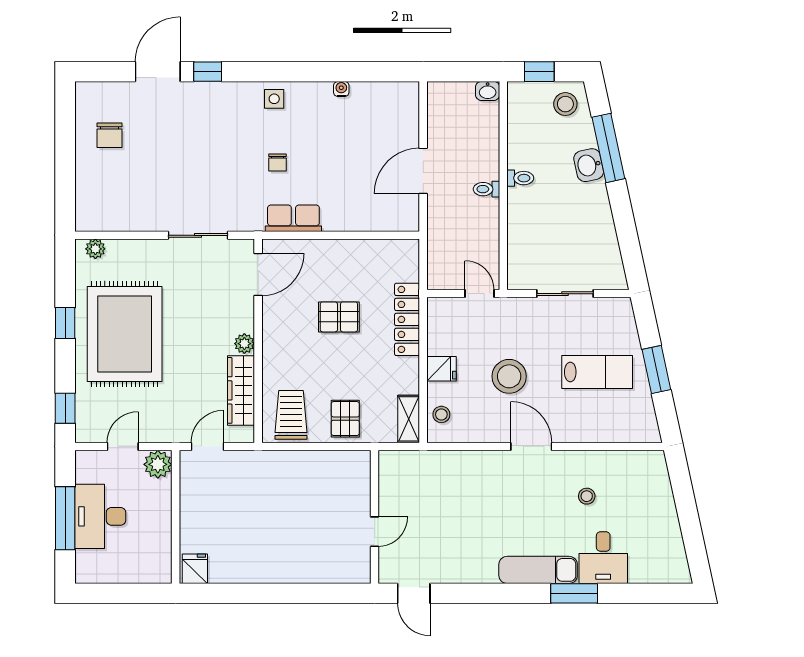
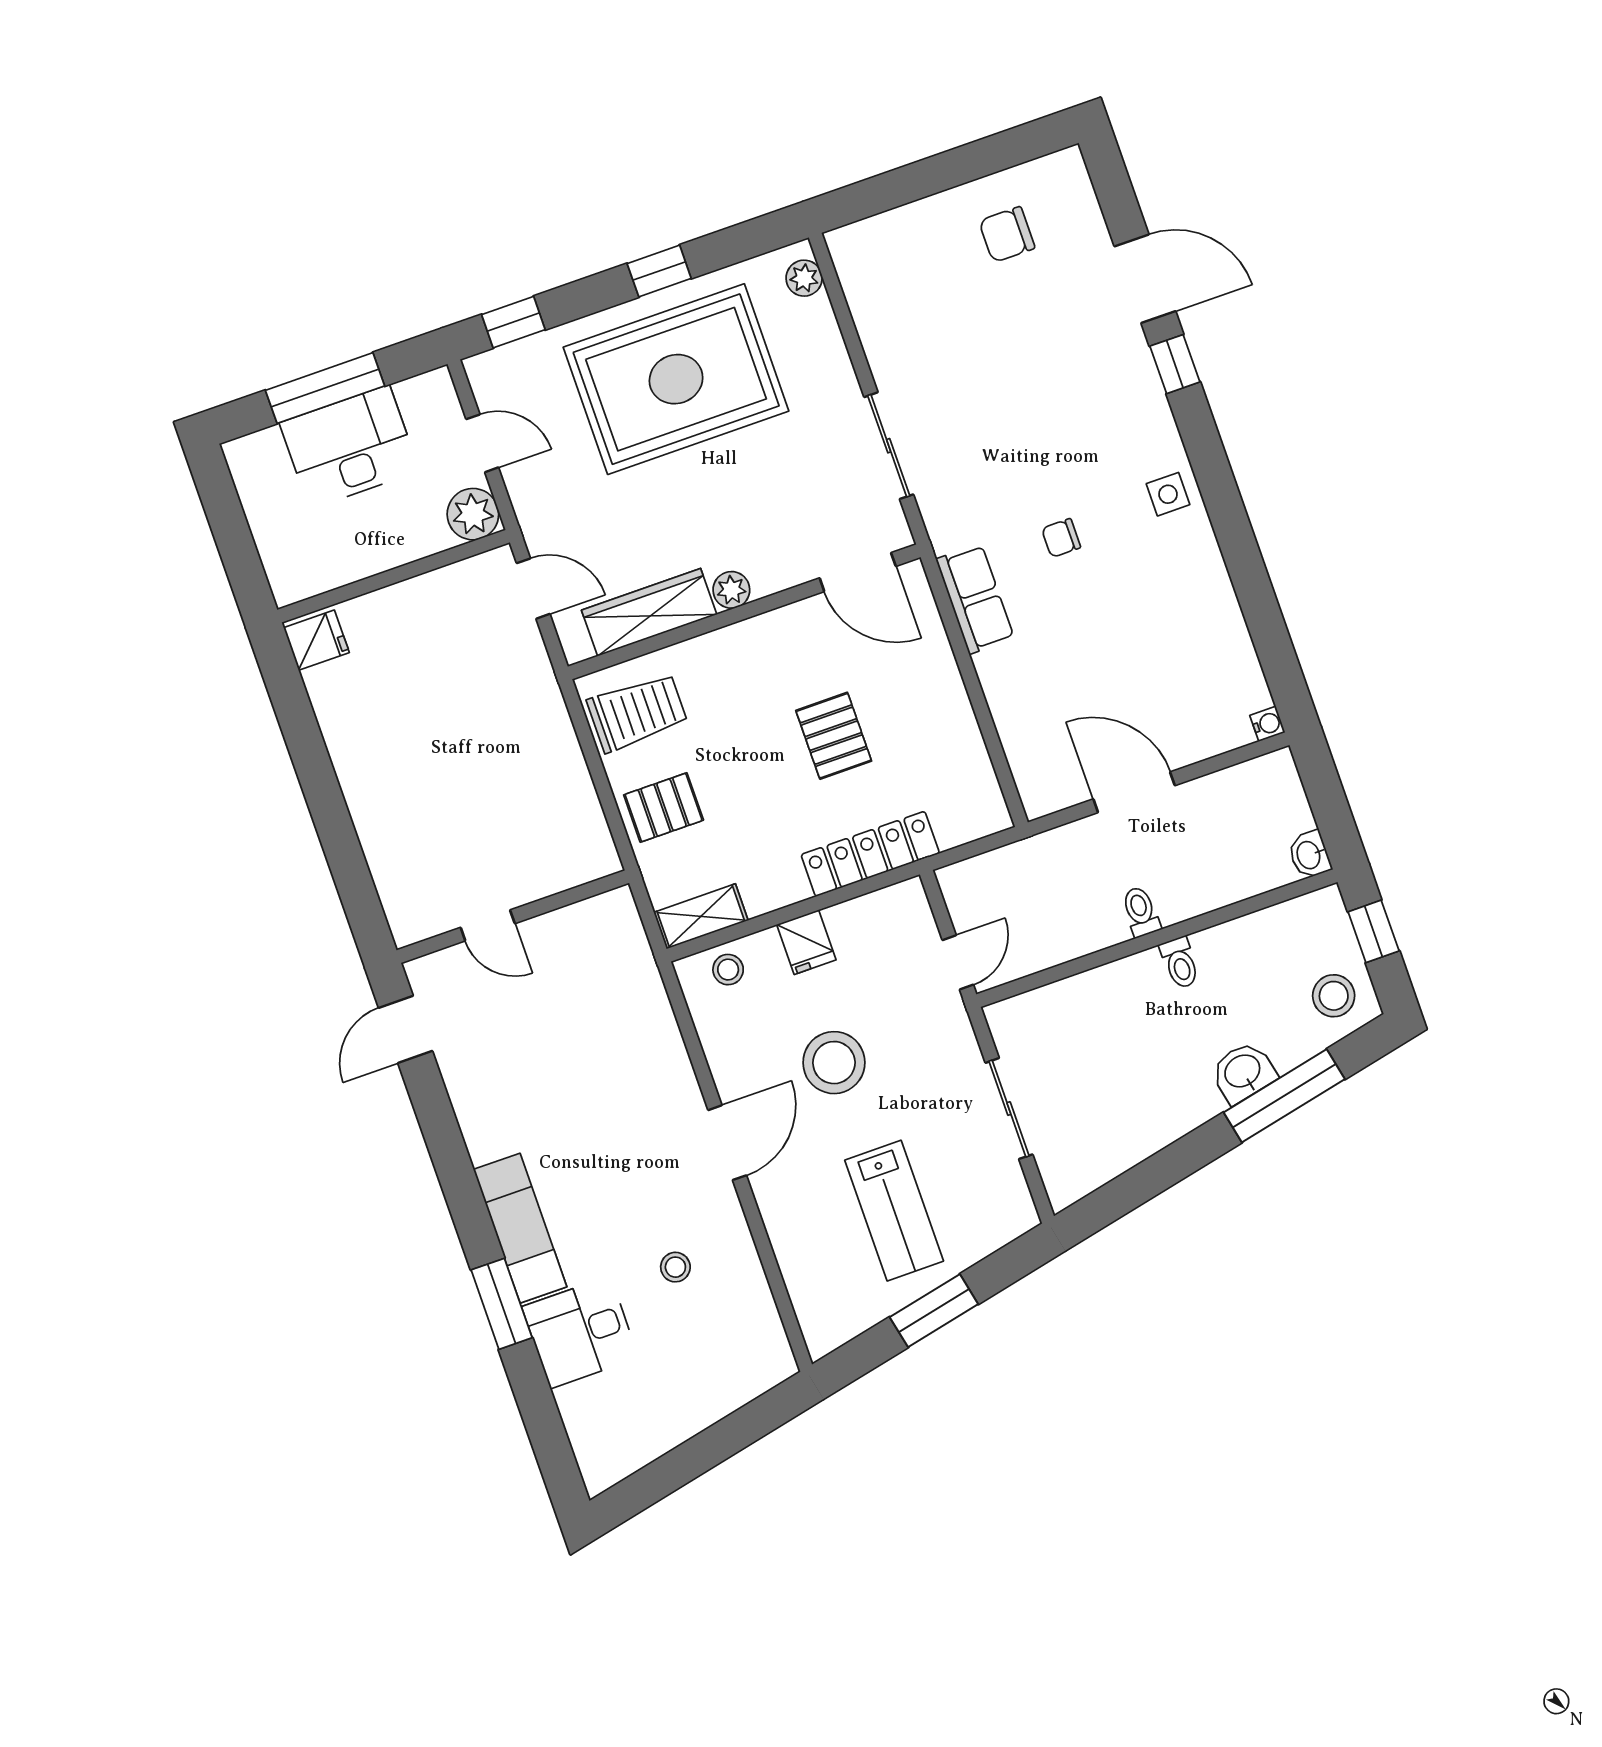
water cooler: (341, 89) -> (1267, 724), moved

